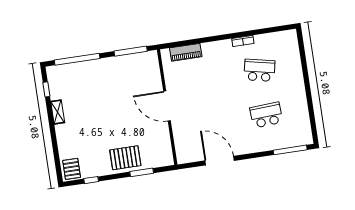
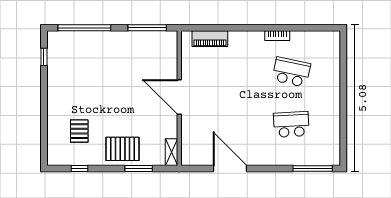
shelving: (58, 112) -> (171, 152), moved
pallet: (72, 169) -> (79, 131), moved

